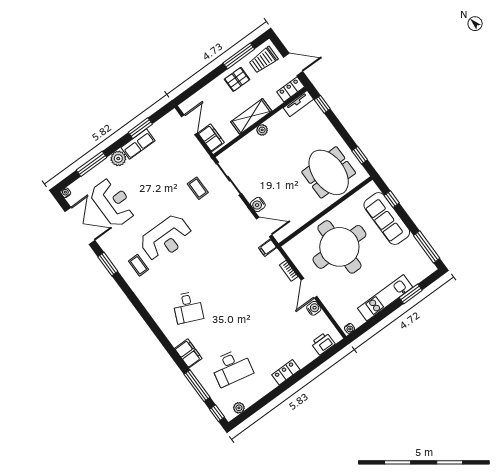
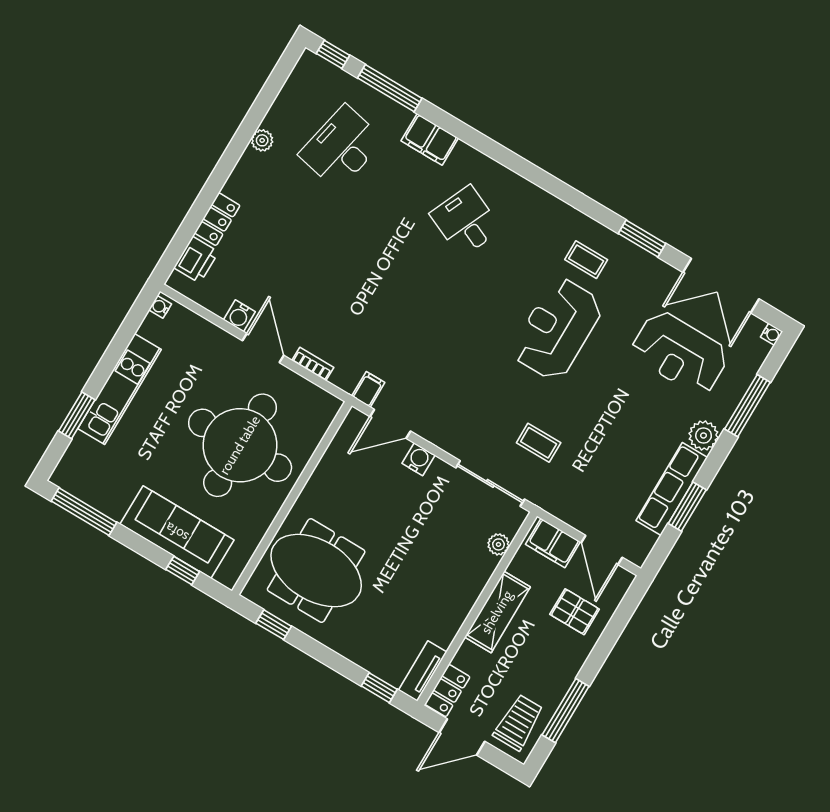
pallet: (237, 79) -> (575, 612), moved, turned 90
plant: (262, 130) -> (498, 544), moved
row of seats: (138, 144) -> (672, 489), width x1.48
locker: (286, 372) -> (217, 219), moved
plant: (239, 408) -> (262, 140), moved

